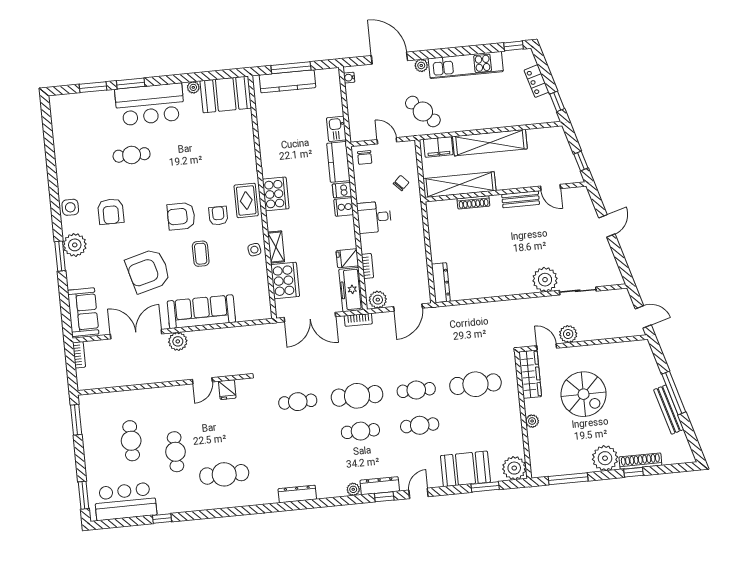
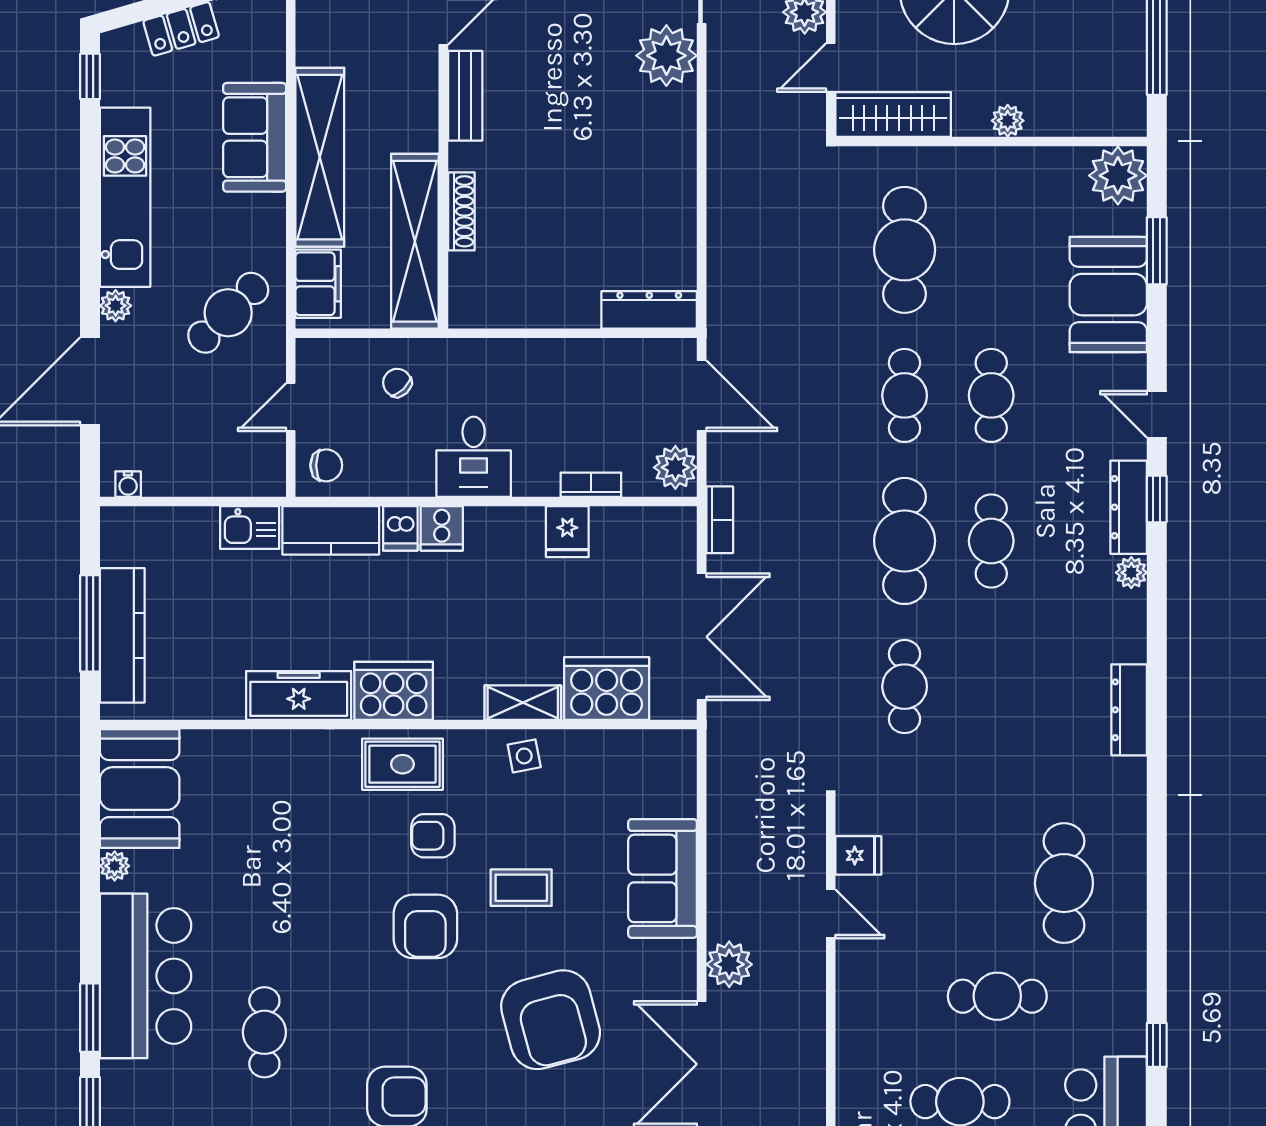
sofa: (495, 115) -> (255, 137), added
freezer: (351, 290) -> (299, 695), moved, turned 180
sofa: (201, 312) -> (663, 878), width x0.73

